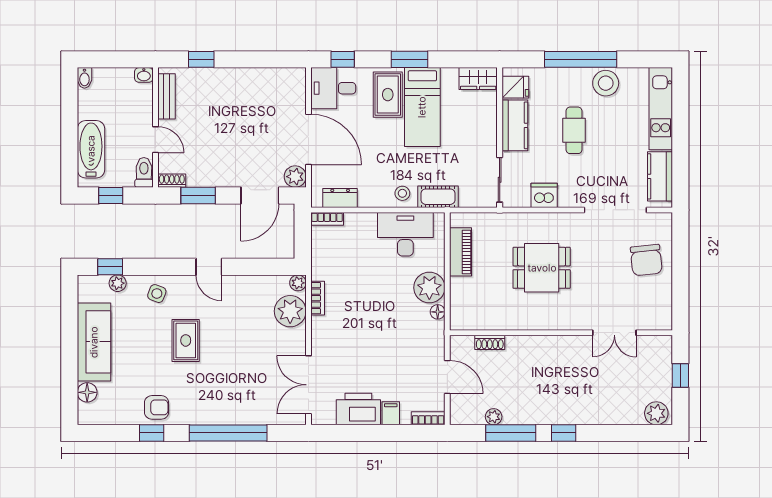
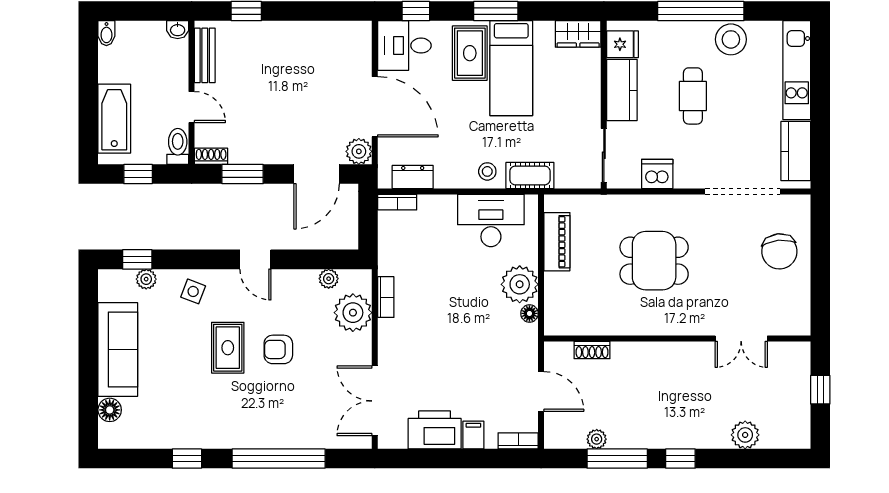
plant: (298, 283) -> (329, 279), moved
armchair: (157, 407) -> (278, 349), moved, turned 180
plant: (656, 413) -> (745, 435), moved

